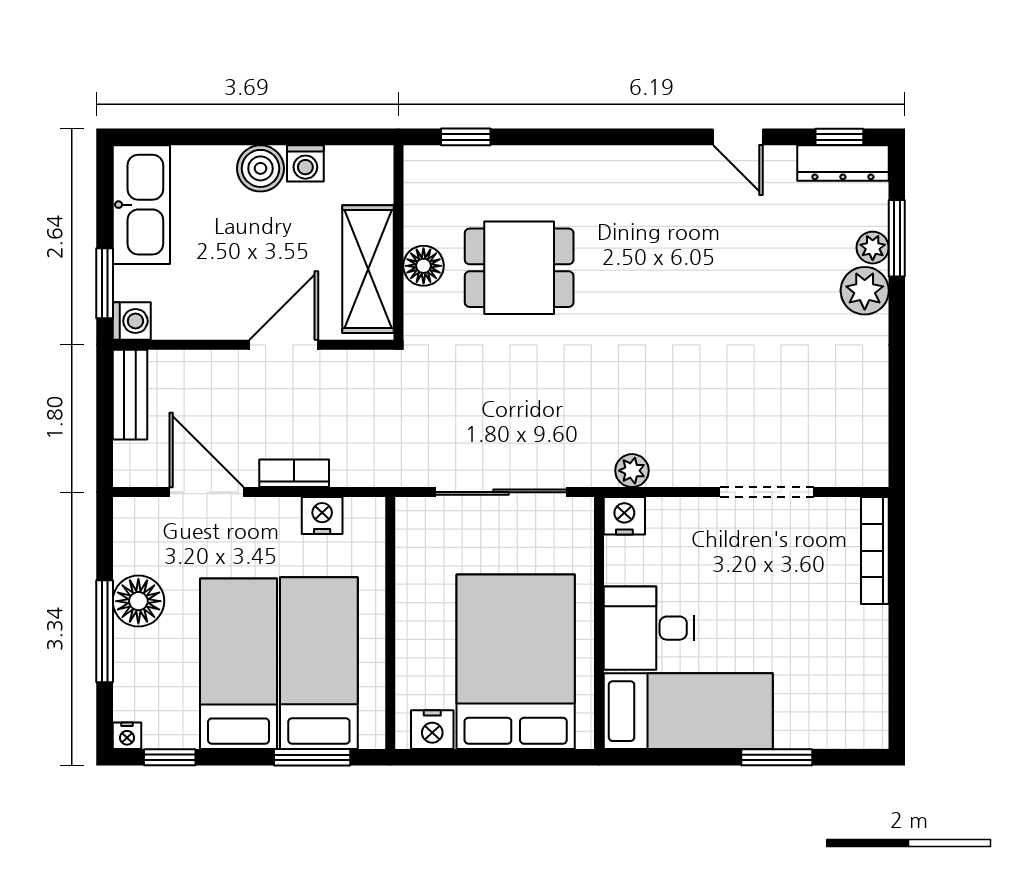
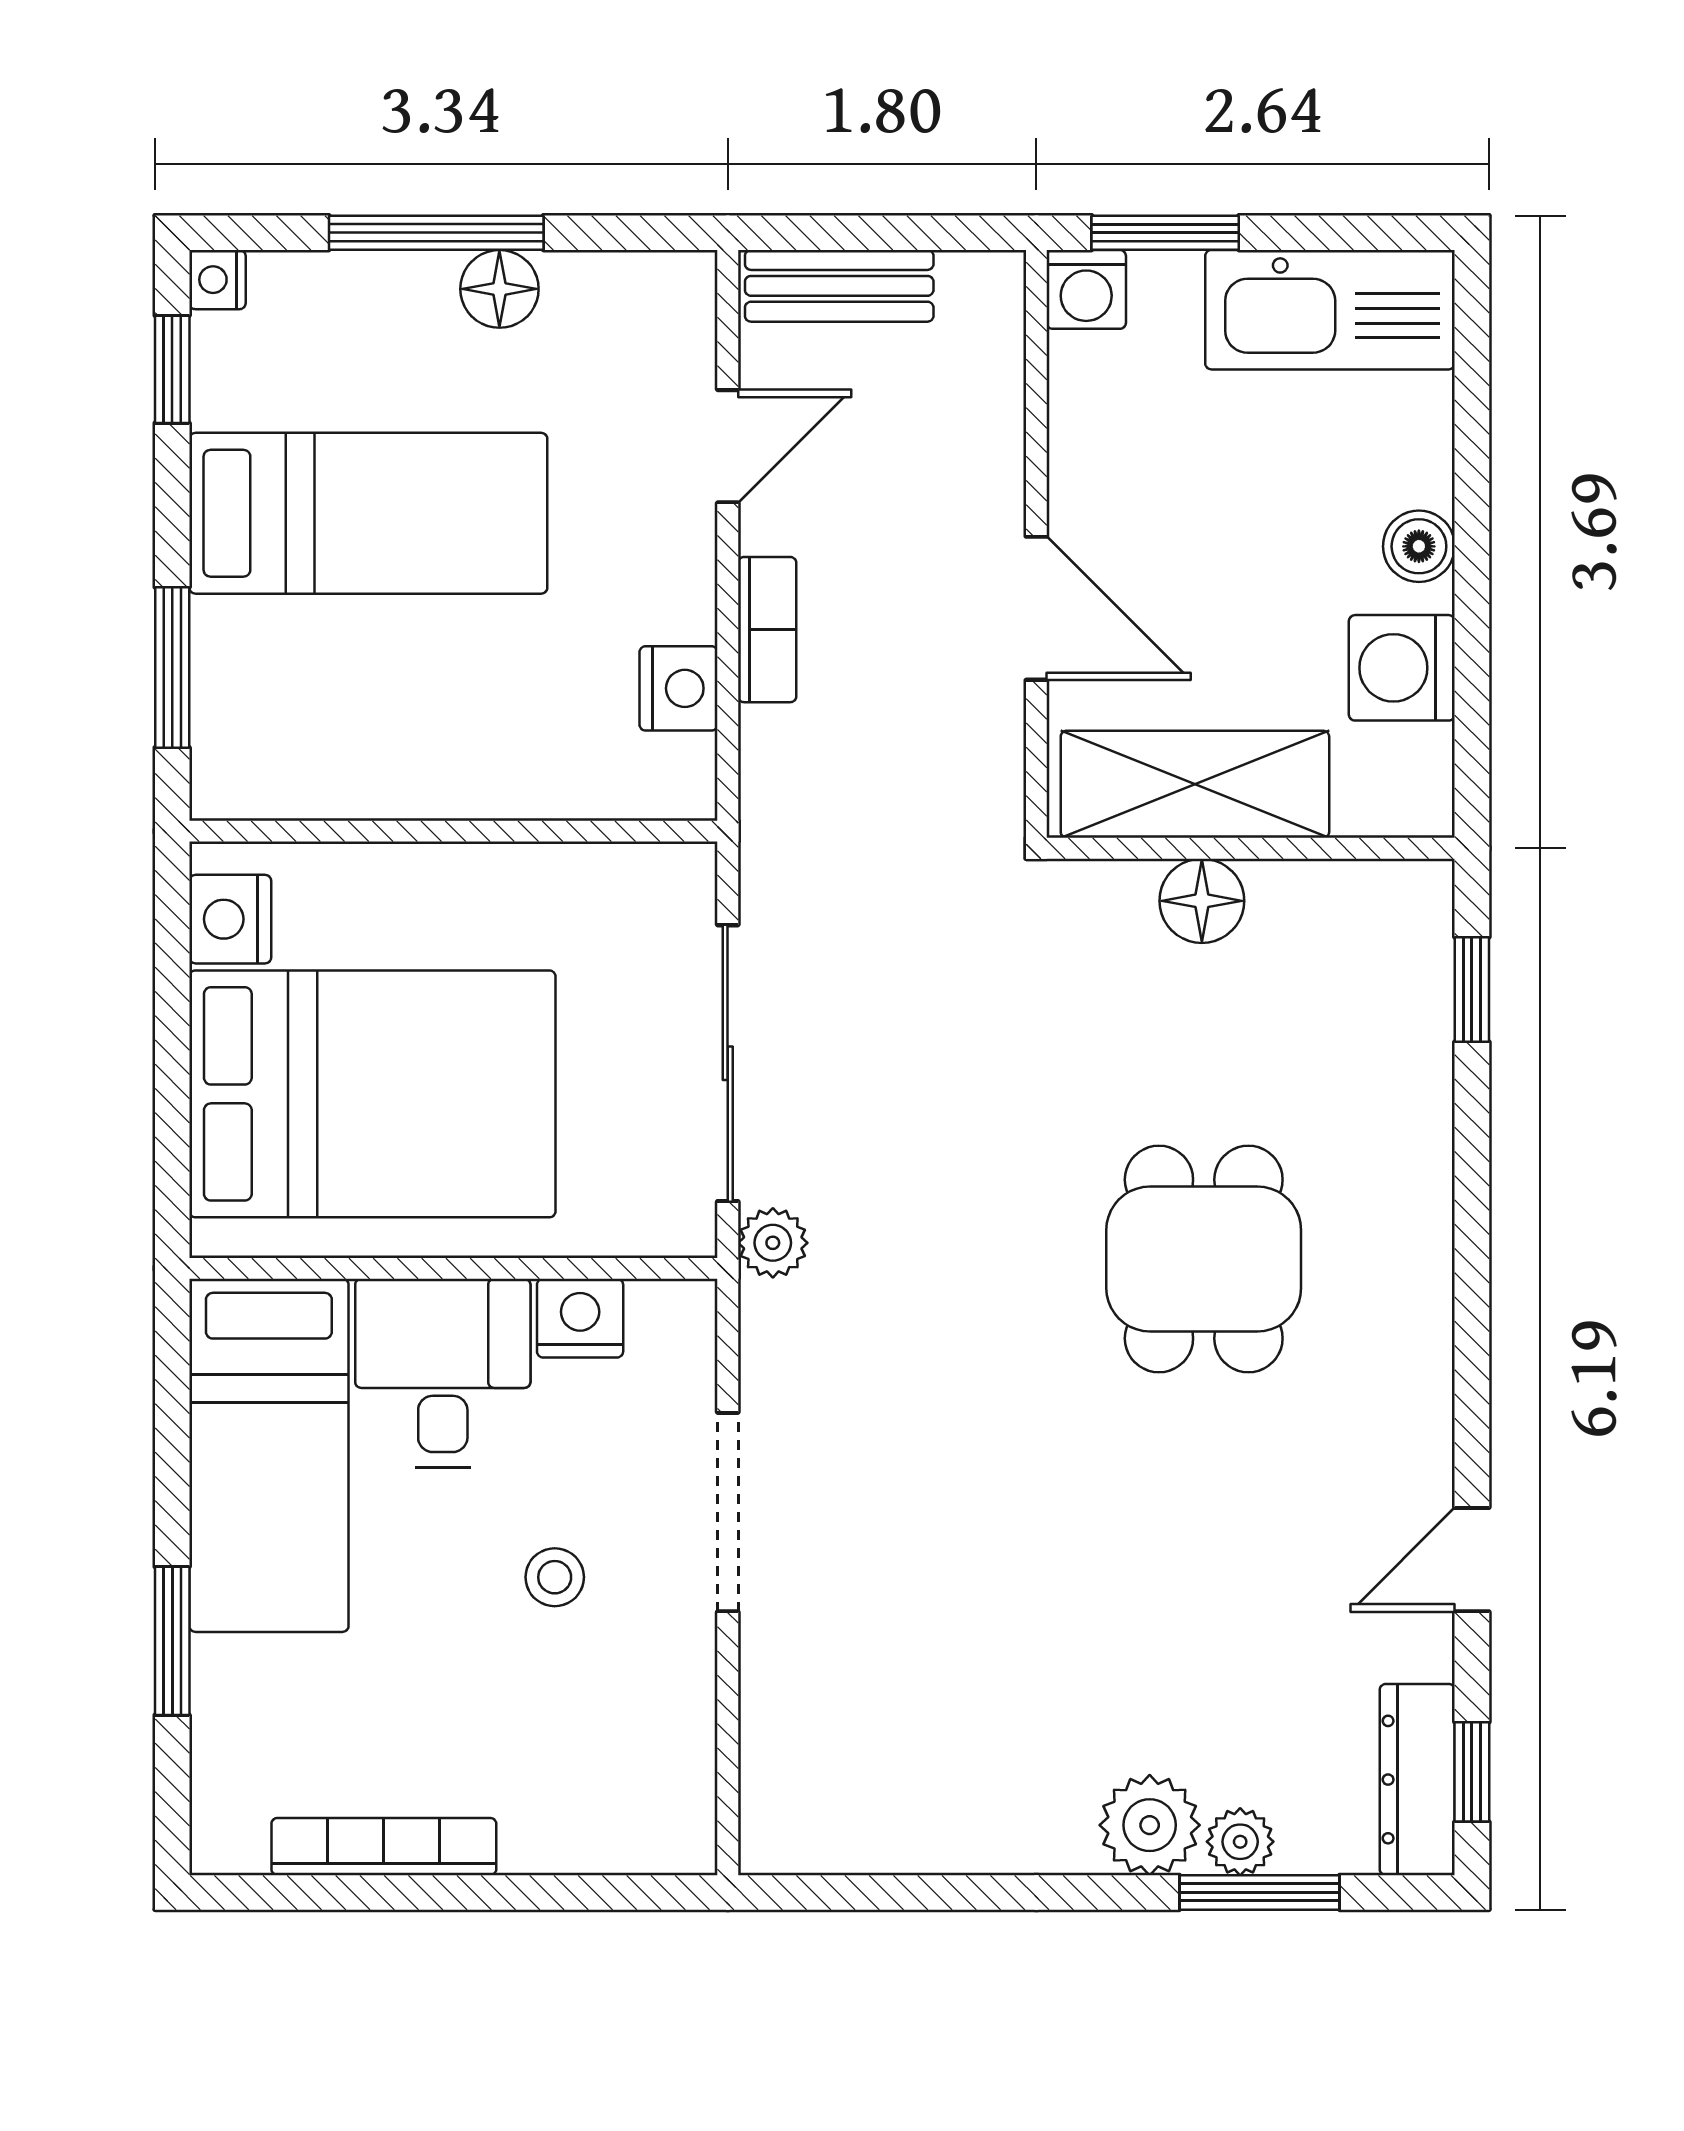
washing machine: (305, 163) -> (1402, 668), width x1.38, depth x1.38
boiler: (260, 168) -> (1419, 546), width x0.73, depth x0.73
dining table: (519, 268) -> (1204, 1259), moved
bench: (130, 395) -> (839, 286), moved
plant: (632, 471) -> (773, 1243), moved
door: (207, 492) -> (728, 446), width x0.73
doorway: (766, 492) -> (728, 1512), moved
nightstand: (624, 516) -> (580, 1318), moved, turned -90
bookcase: (875, 551) -> (384, 1847), moved
stool: (746, 575) -> (555, 1577), added
floor lamp: (138, 601) -> (499, 289), width x0.73, depth x0.73
bed: (319, 663) -> (370, 682), removed

